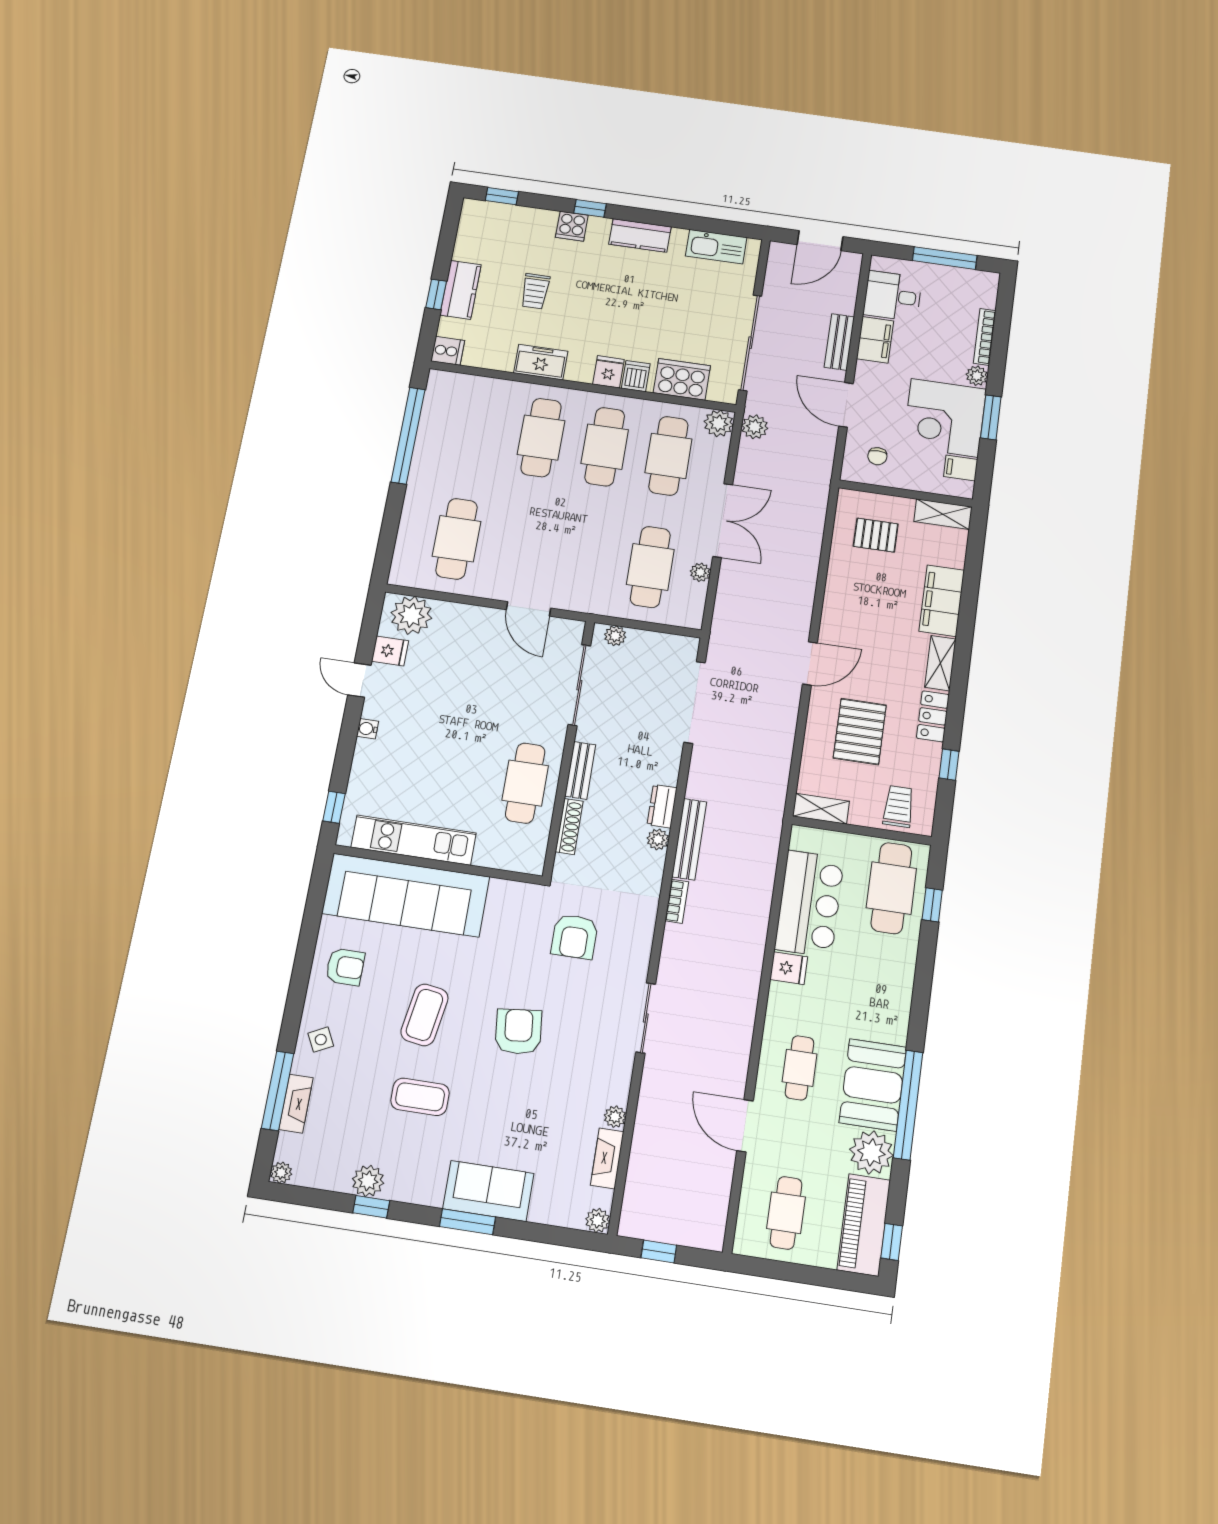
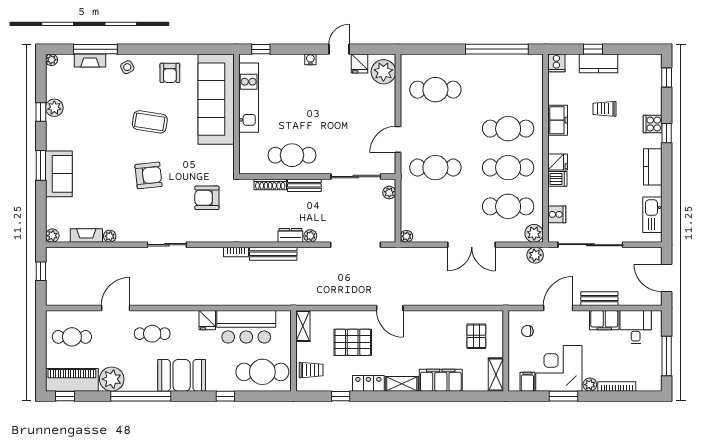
cooker: (682, 379) -> (557, 214), width x0.53, depth x0.76
cafe table: (650, 567) -> (435, 168), moved
plant: (700, 572) -> (406, 236), moved
plant: (658, 839) -> (310, 236), moved
window: (932, 905) -> (225, 396), moved
booth: (873, 1085) -> (182, 375), moved
coffee table: (420, 1097) -> (104, 128), removed

